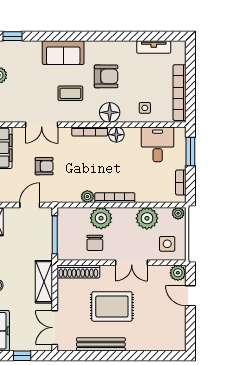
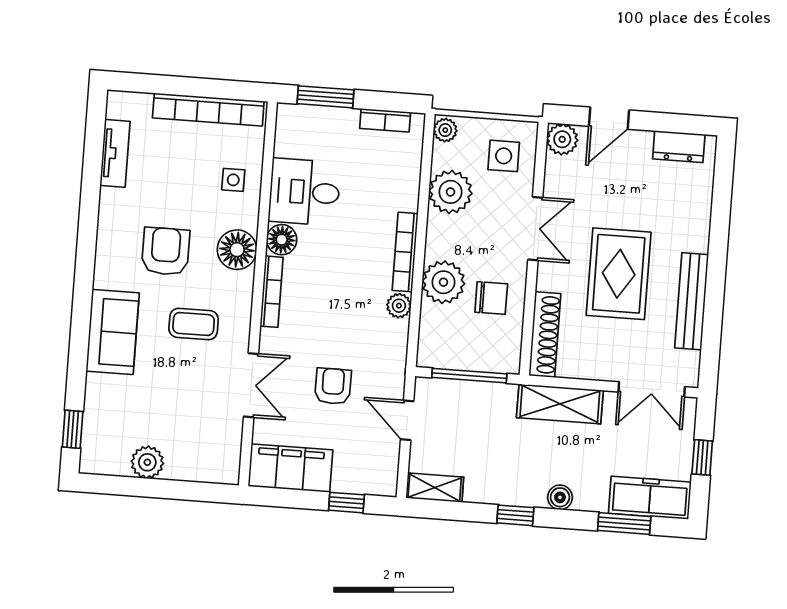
coffee table: (70, 93) -> (194, 324), turned 90
desk: (158, 144) -> (305, 192), moved
dresser: (179, 332) -> (679, 147), added

